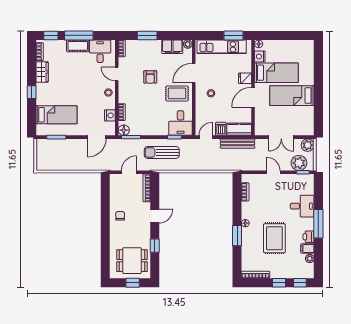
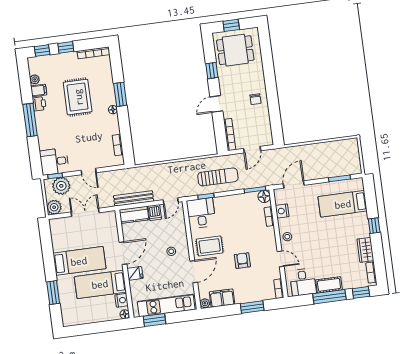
window: (318, 71) -> (53, 293), added
desk: (302, 206) -> (54, 161), moved

